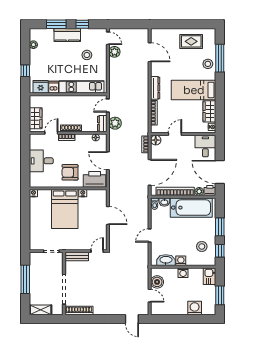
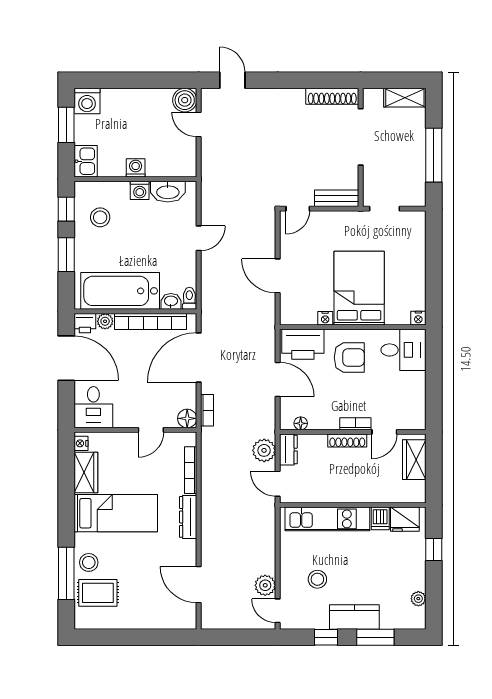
rug: (191, 41) -> (98, 593), moved
door: (108, 106) -> (278, 484), swing flipped
desk: (41, 161) -> (403, 350), moved
boiler: (157, 282) -> (185, 100), moved
washing machine: (195, 308) -> (87, 101), moved

